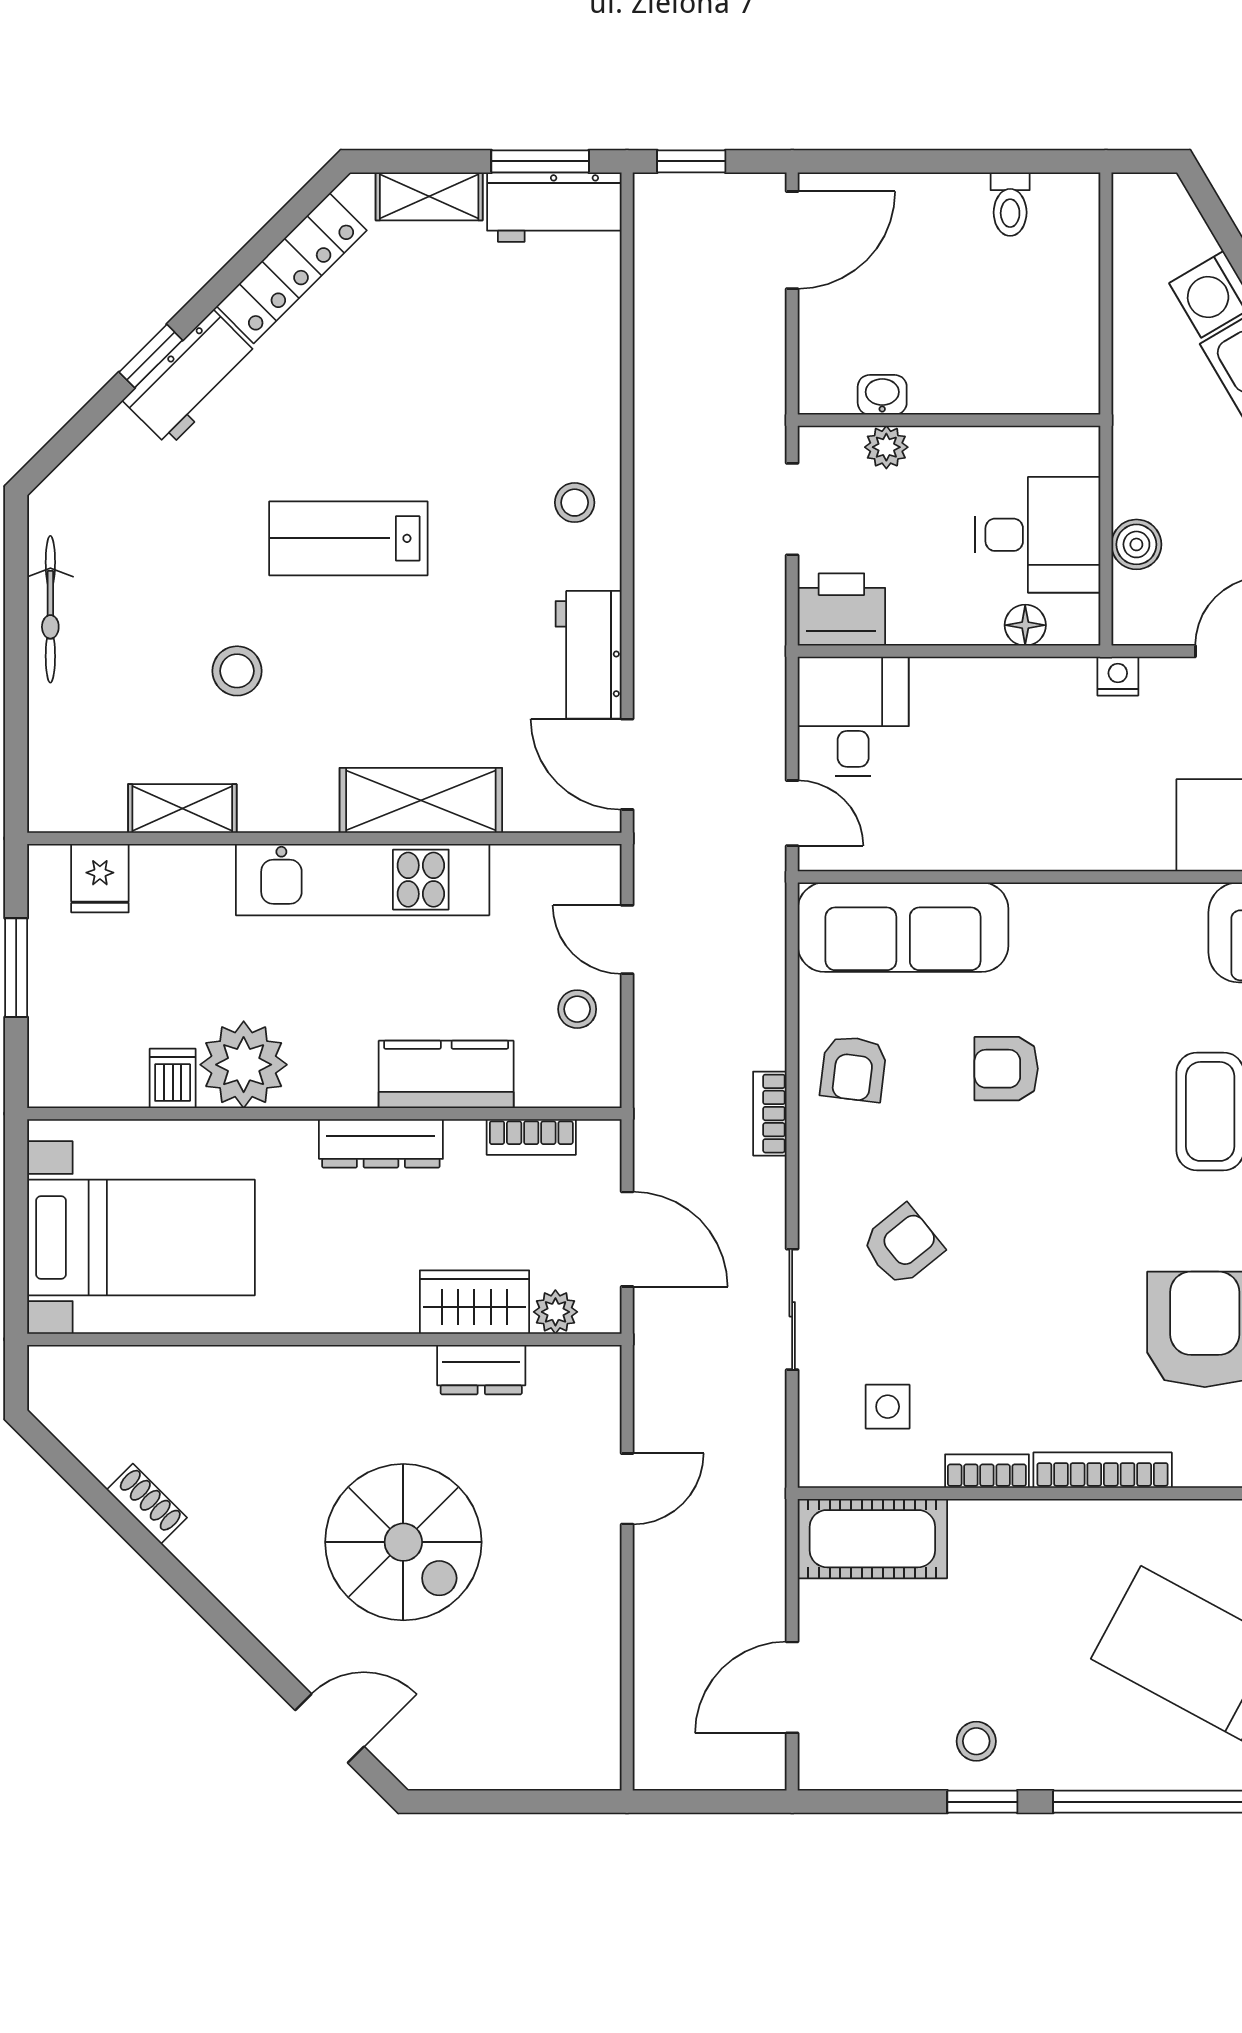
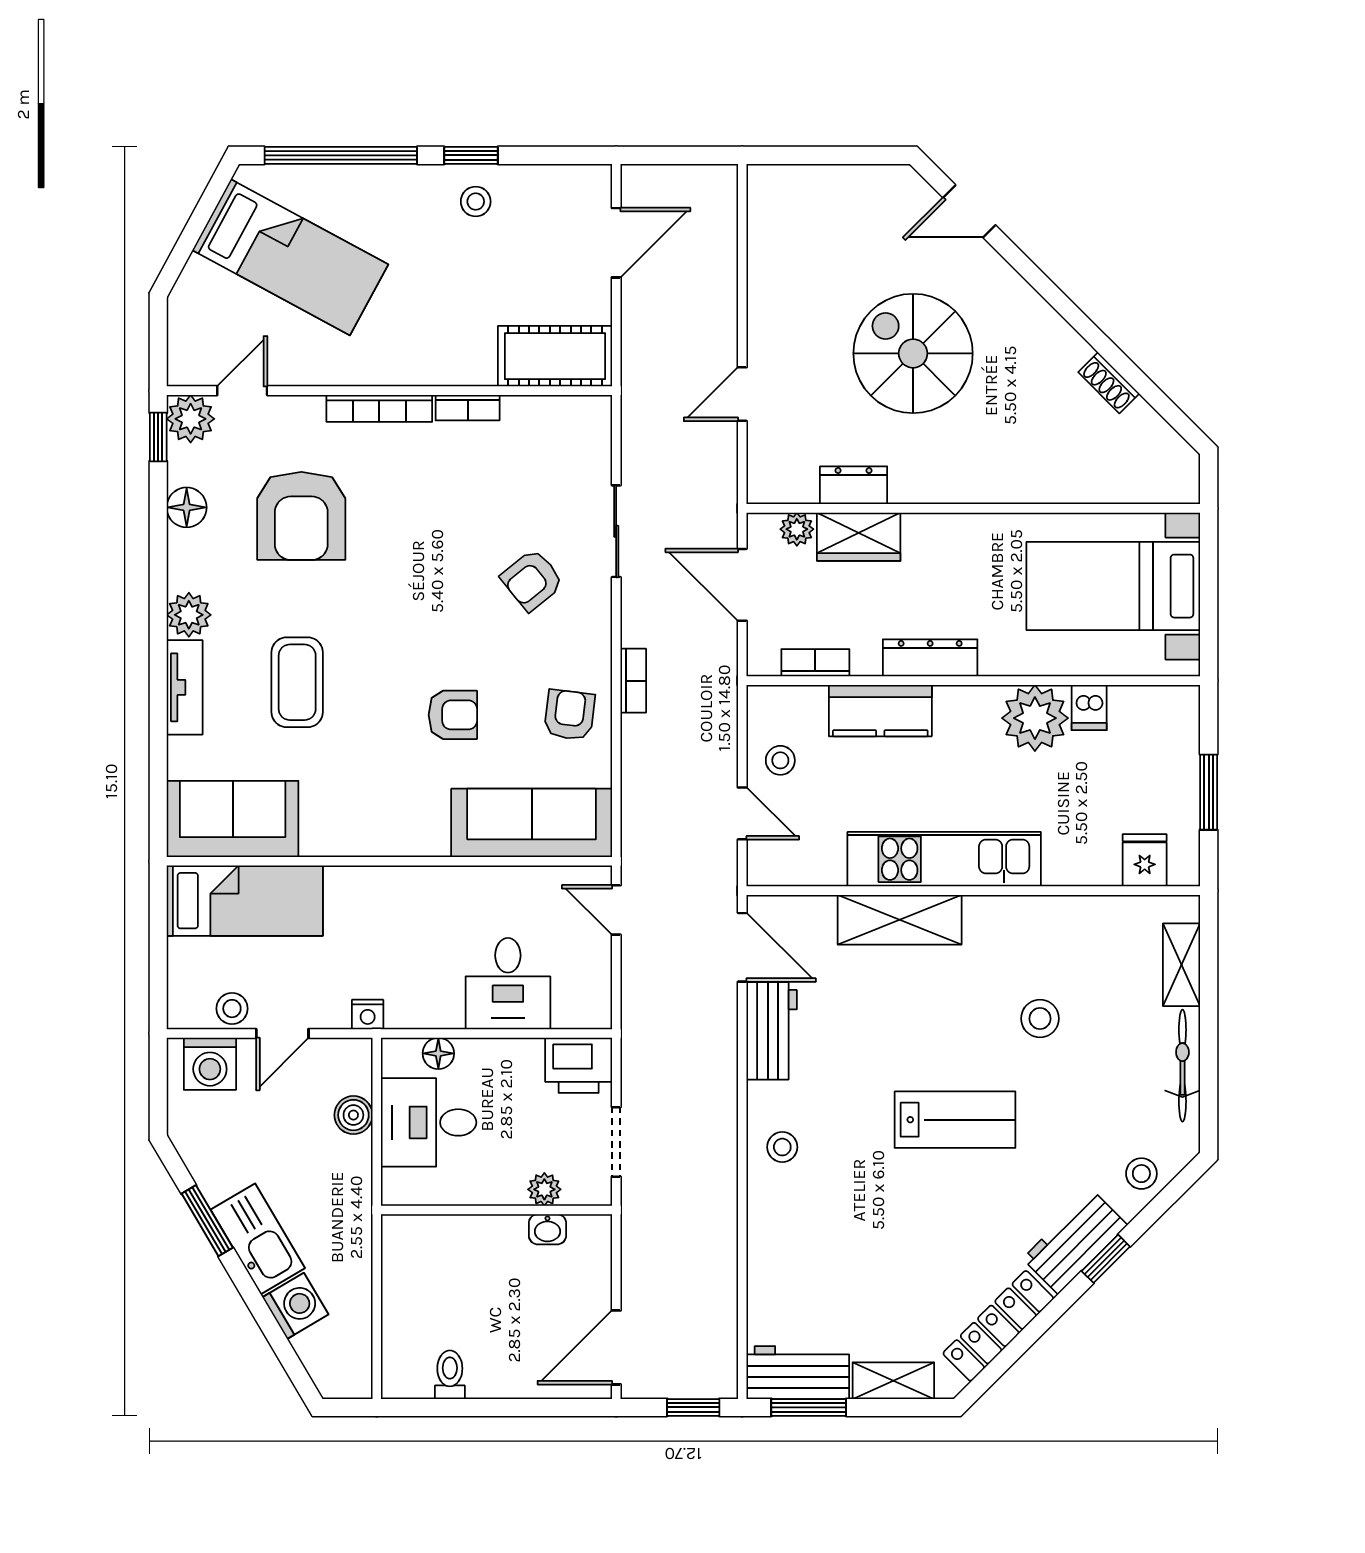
stool: (104, 468) -> (1141, 1174), added
desk: (853, 717) -> (508, 984), moved
shelving: (182, 808) -> (1182, 965), moved, turned 90
side table: (888, 1407) -> (543, 457), removed

